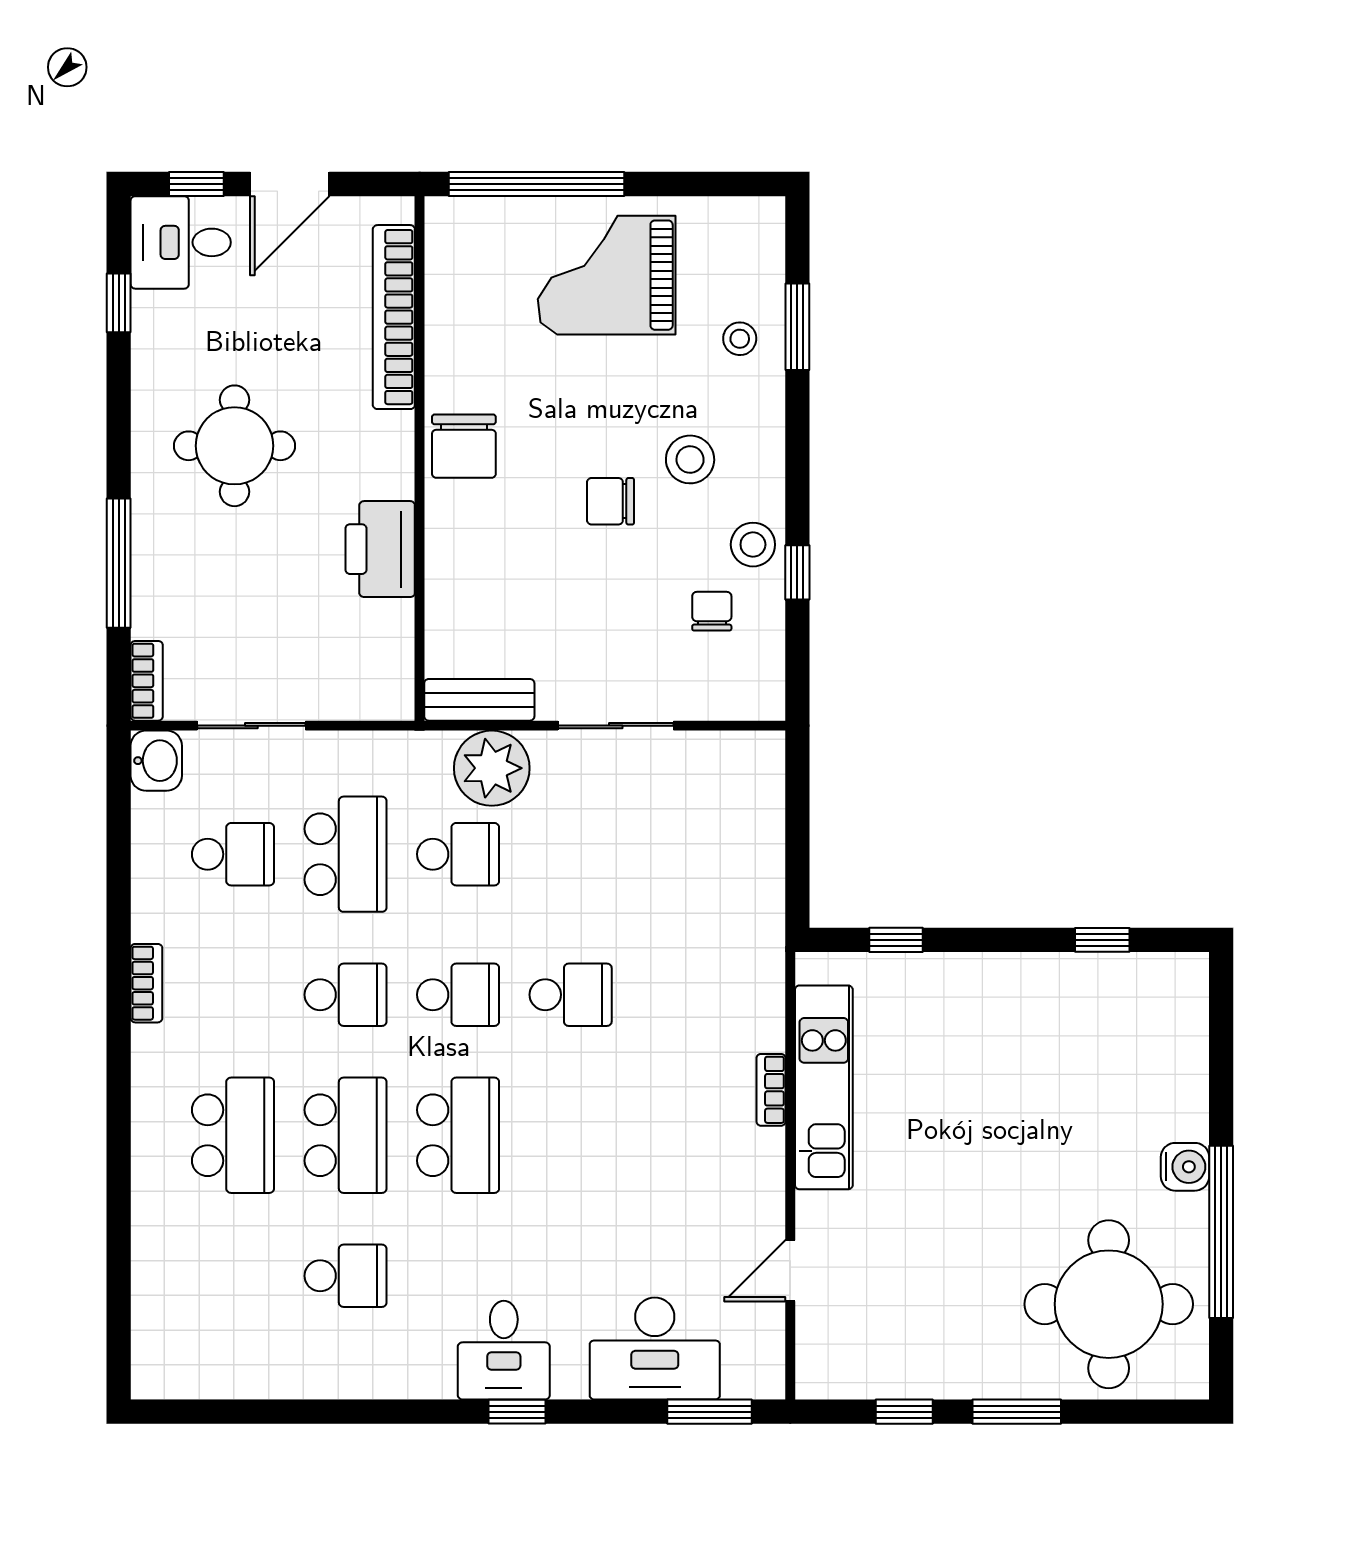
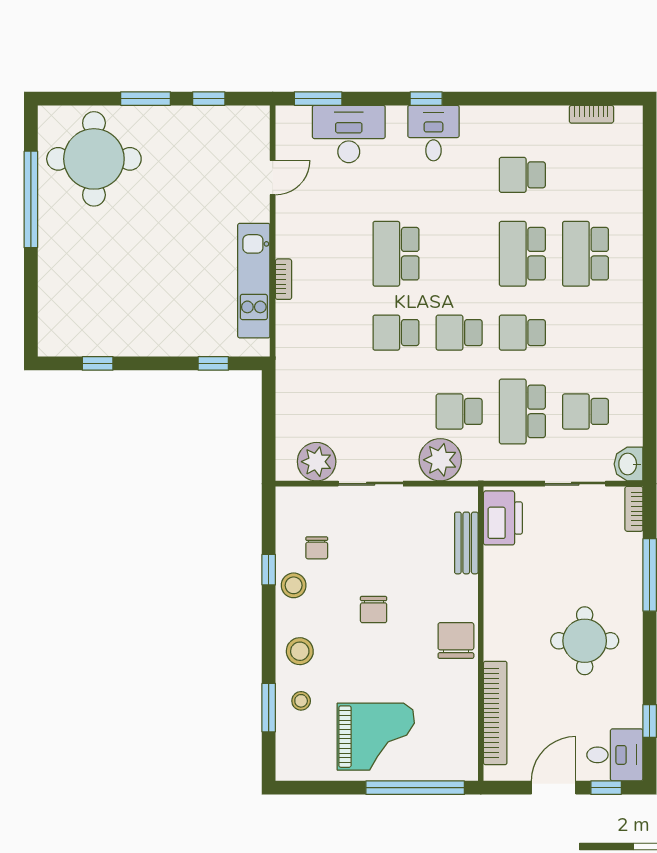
stool: (690, 459) -> (300, 651), moved
chair: (611, 501) -> (374, 610), turned 90
printer: (380, 549) -> (503, 518), moved
bench: (479, 700) -> (466, 543), moved, turned 90
plant: (712, 765) -> (317, 462), added
bookcase: (146, 983) -> (591, 114), moved, turned -90
school desk: (458, 1135) -> (396, 254), moved
water cooler: (1185, 1167) -> (51, 236), removed

